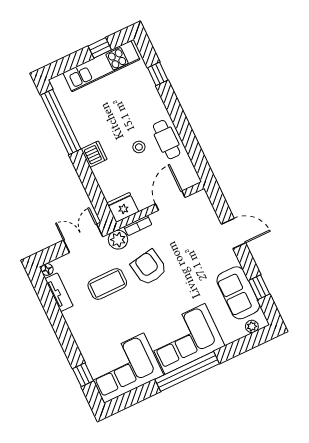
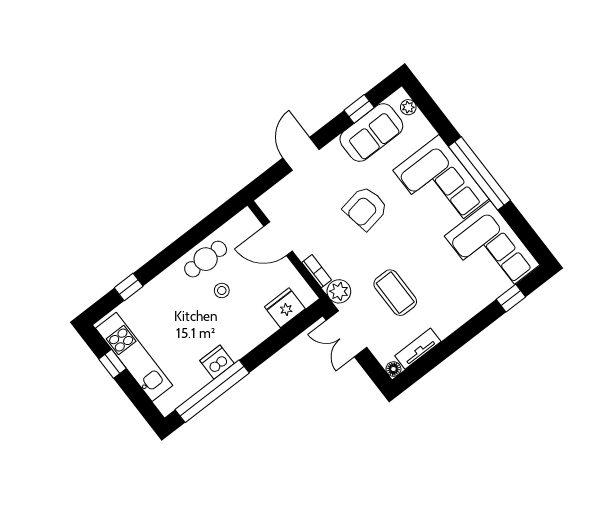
dishwasher: (94, 154) -> (217, 362), moved
fridge: (123, 207) -> (285, 308), moved, turned 90
armchair: (149, 268) -> (365, 208), moved

